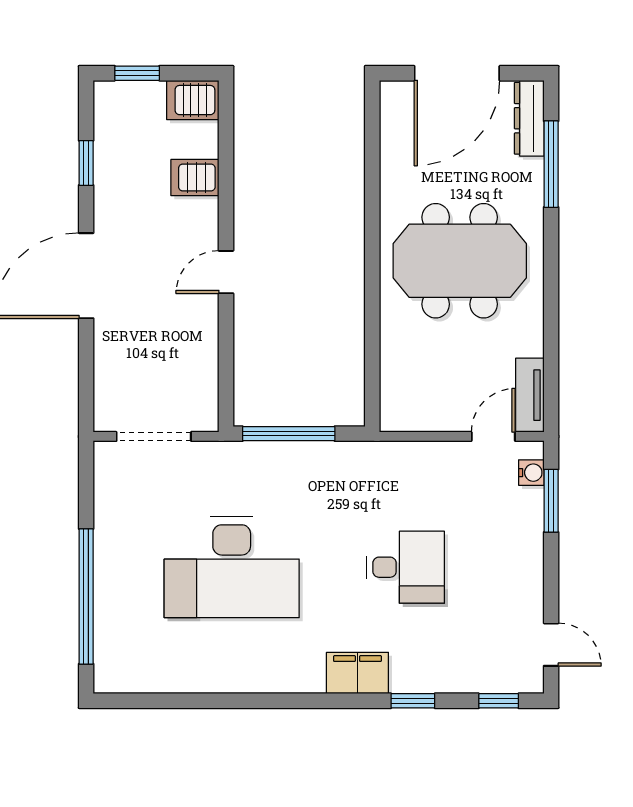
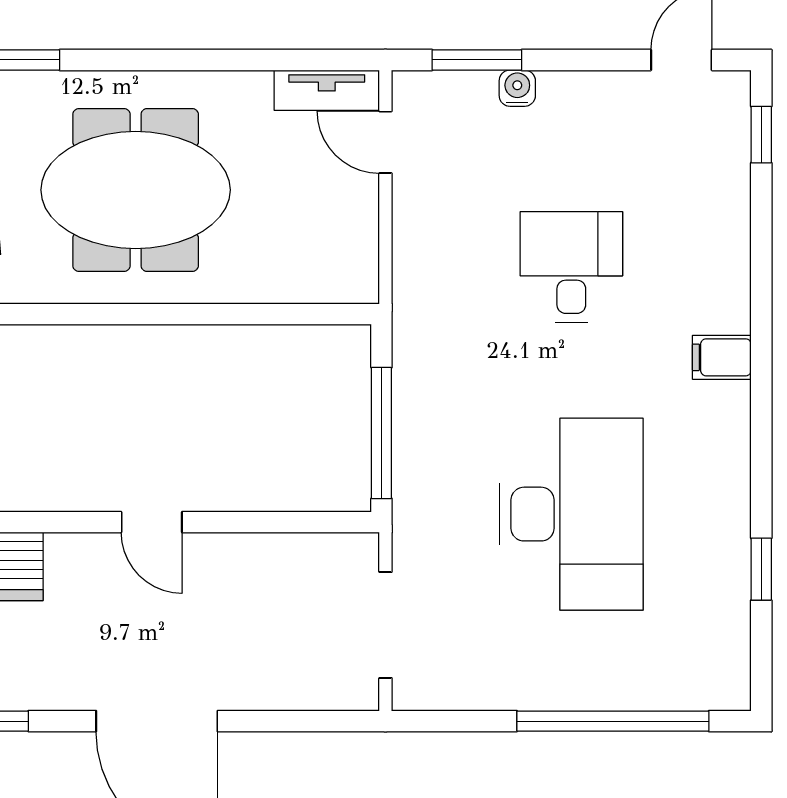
meeting table: (460, 261) -> (136, 190), turned 90
water cooler: (531, 473) -> (517, 88), moved
filing cabinet: (357, 673) -> (722, 357), width x0.50
window: (413, 701) -> (761, 569), moved

